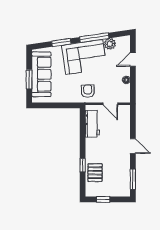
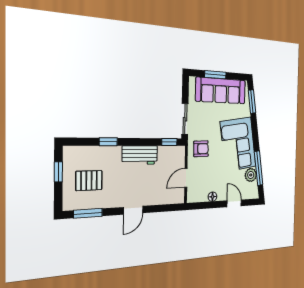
window: (94, 38) -> (259, 168), moved
window: (61, 43) -> (252, 102), moved
sliding door: (65, 105) -> (185, 119), added
window: (83, 118) -> (169, 142), added
workbench: (92, 124) -> (140, 155), moved
pallet: (95, 173) -> (89, 181), moved

